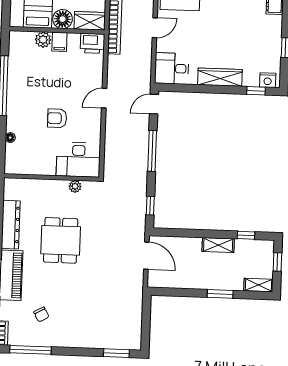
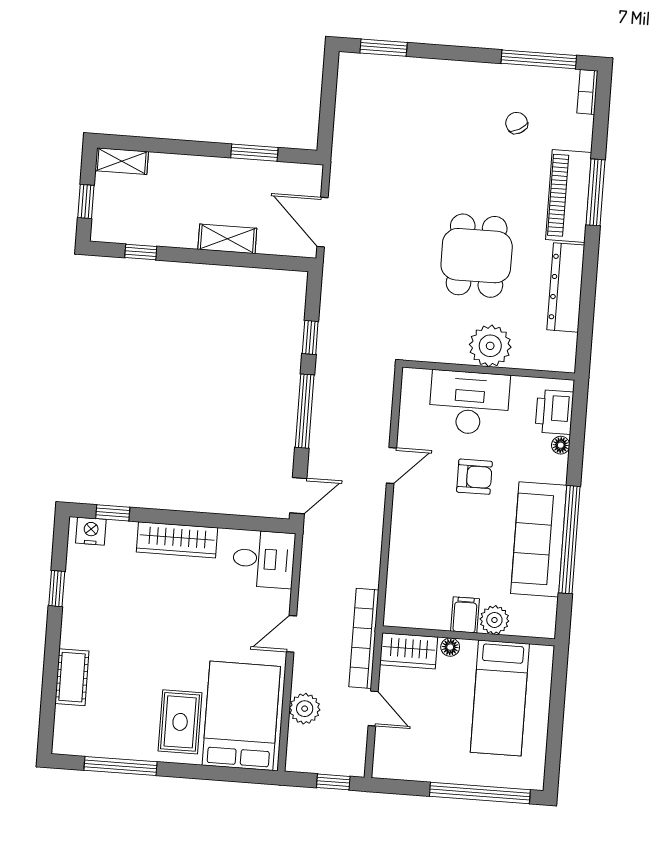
floor lamp: (63, 19) -> (450, 647), width x0.53, depth x0.53
printer: (92, 43) -> (554, 412), moved, turned -90
sofa: (20, 85) -> (539, 539), added
door: (104, 98) -> (391, 466), moved
desk: (78, 160) -> (469, 403), moved
plant: (75, 186) -> (490, 346), moved, width x1.87, depth x1.87
window: (150, 206) -> (310, 338), moved
shelving: (218, 245) -> (227, 239), moved
window: (220, 294) -> (254, 153), moved

